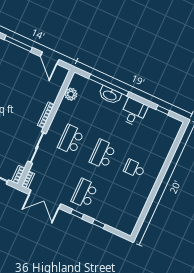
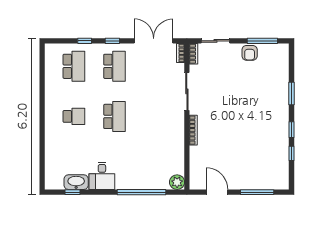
plant: (71, 94) -> (177, 182), moved
washbasin: (110, 95) -> (76, 182), moved
school desk: (71, 139) -> (74, 66), moved

